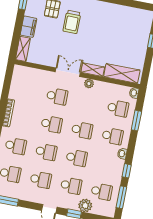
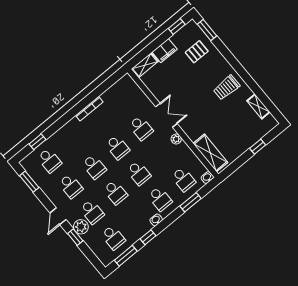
trolley: (72, 22) -> (227, 88), moved
shelving: (93, 70) -> (258, 106), moved
school desk: (16, 146) -> (73, 141), removed
plant: (85, 205) -> (81, 227), moved

